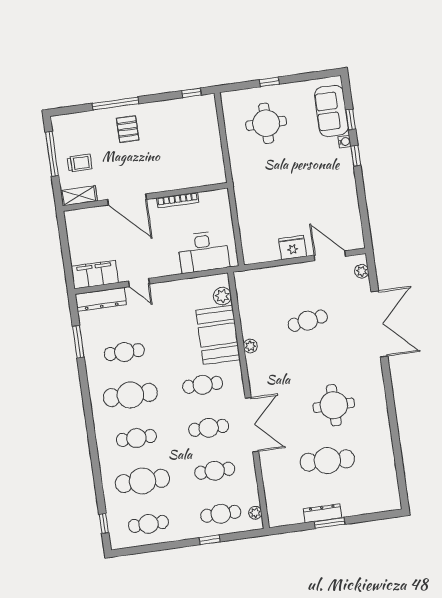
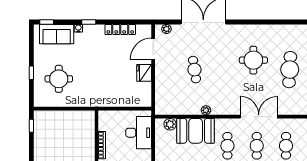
window: (351, 120) -> (47, 22), moved
locker: (351, 203) -> (120, 29), added

